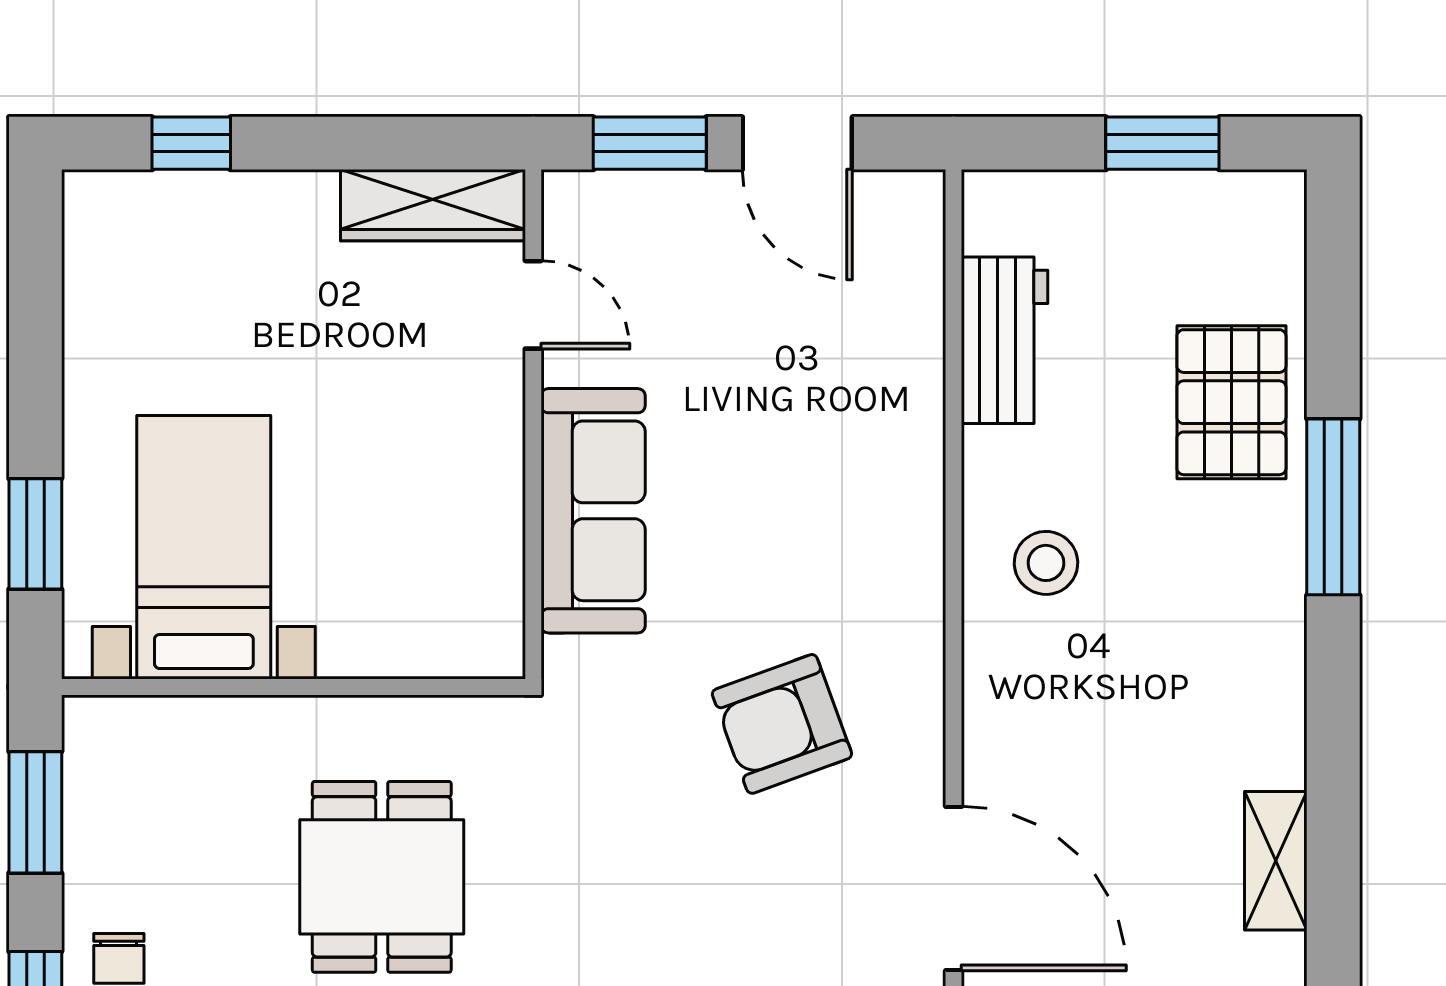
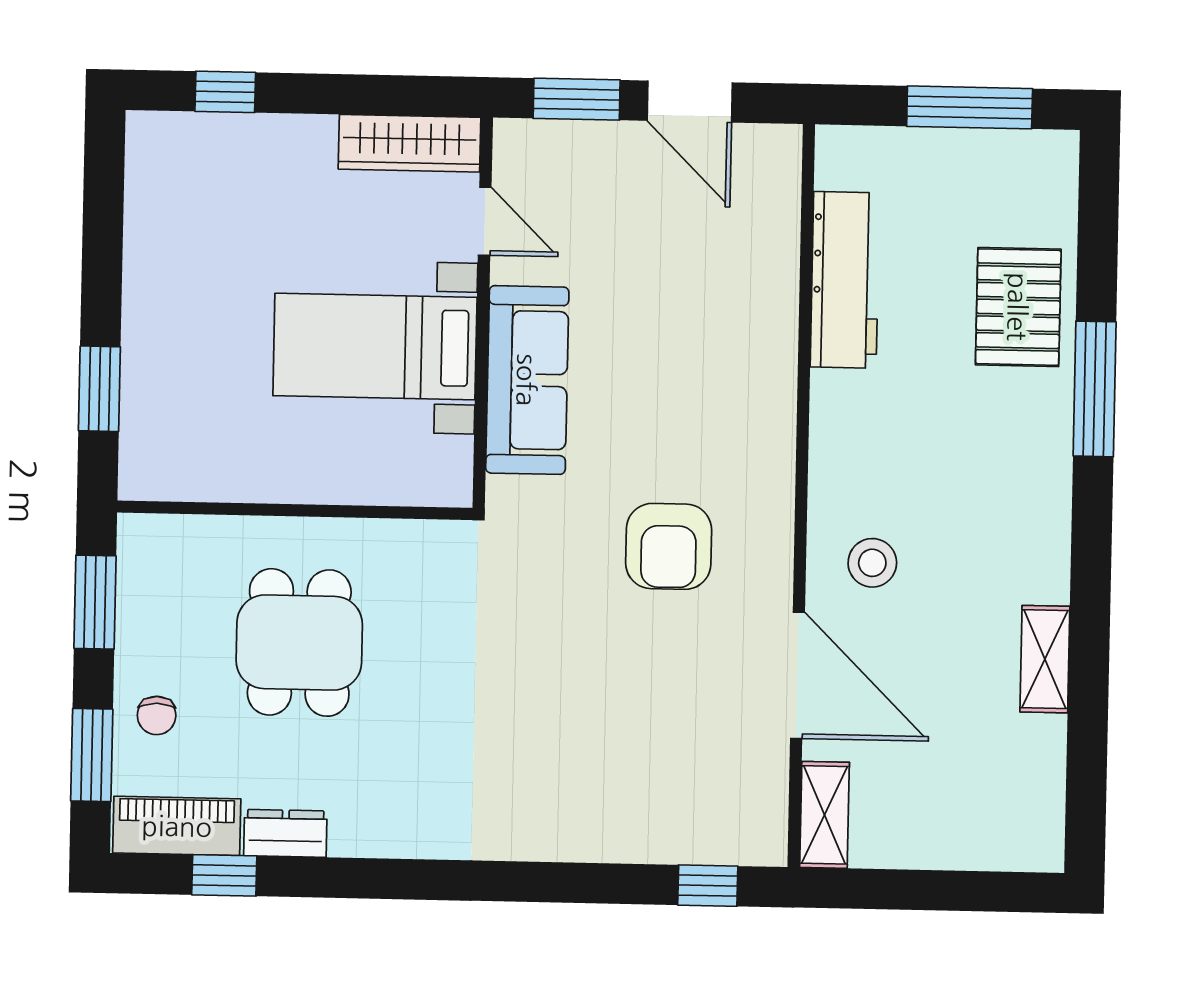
window: (1162, 143) -> (970, 107), width x1.44
workbench: (1005, 340) -> (845, 280), width x1.38
bed with nightstands: (204, 547) -> (375, 347), moved, turned -90
stool: (1046, 563) -> (872, 563), moved
armchair: (782, 724) -> (669, 546), turned -70
dining table: (382, 877) -> (299, 642), moved

